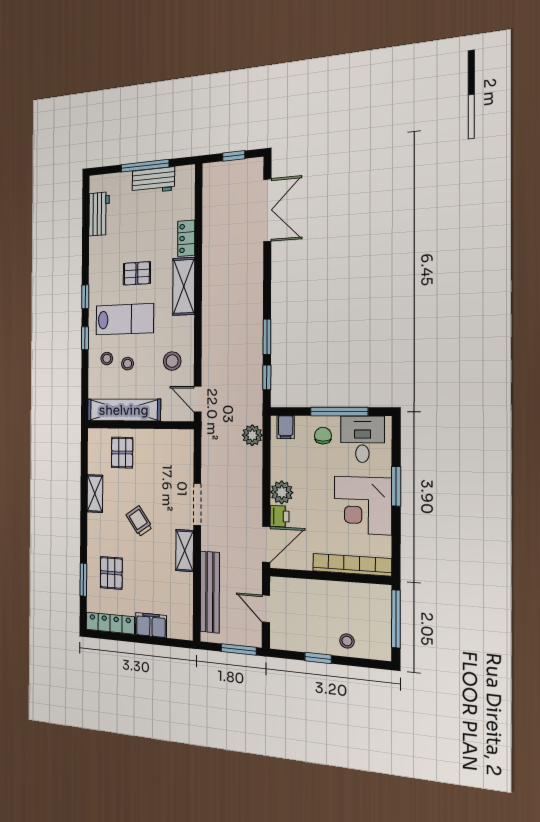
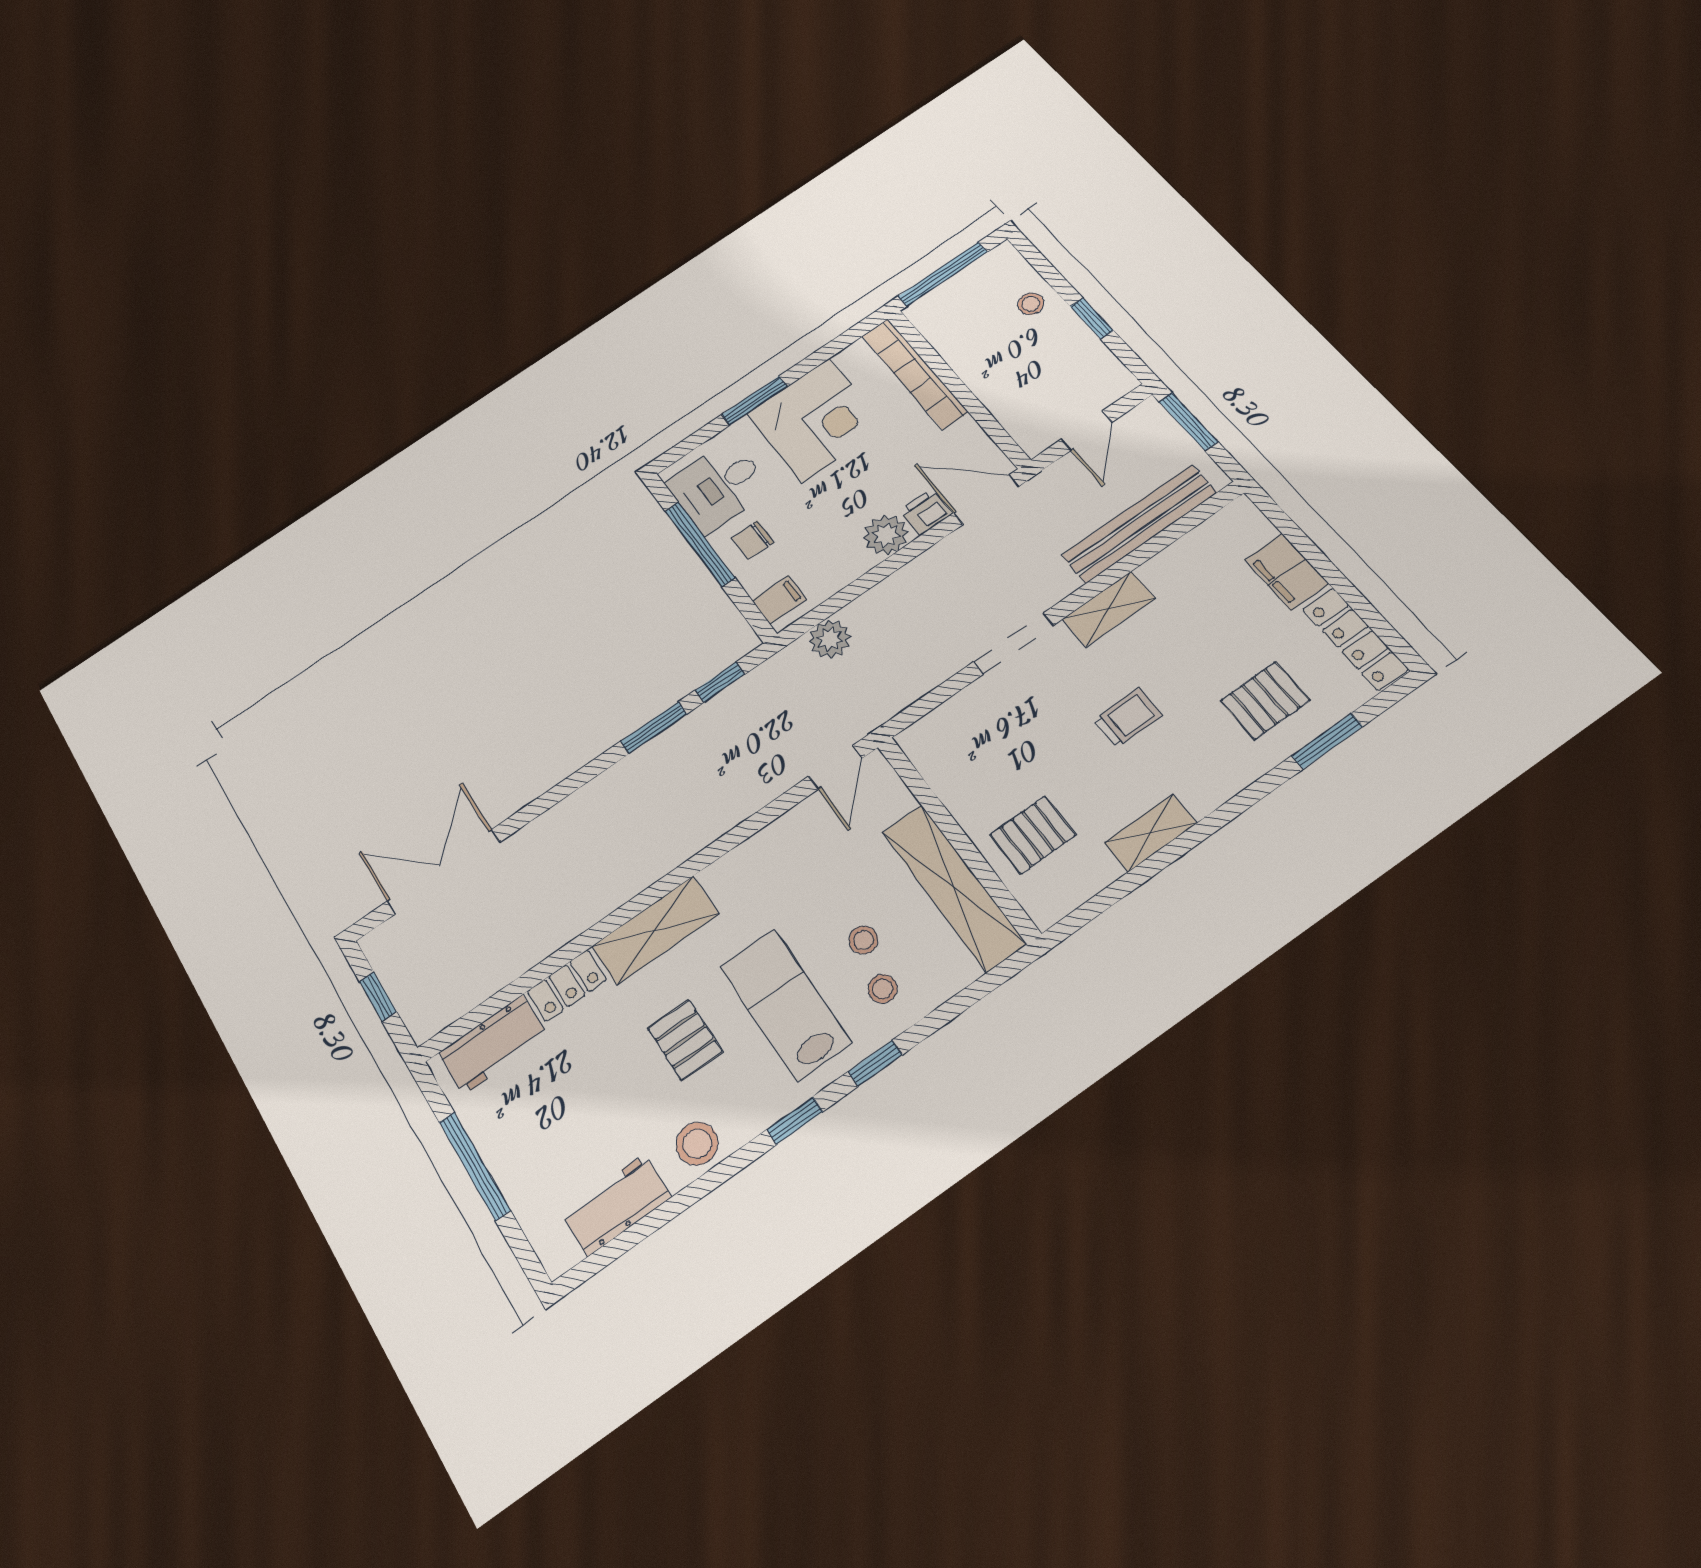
workbench: (153, 181) -> (493, 1044), moved, turned 90
stool: (172, 361) -> (697, 1144), moved
trolley: (139, 521) -> (1128, 718), turned -145

